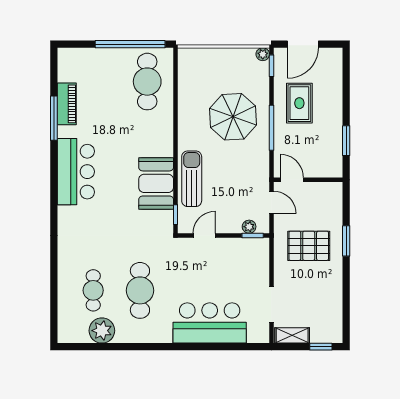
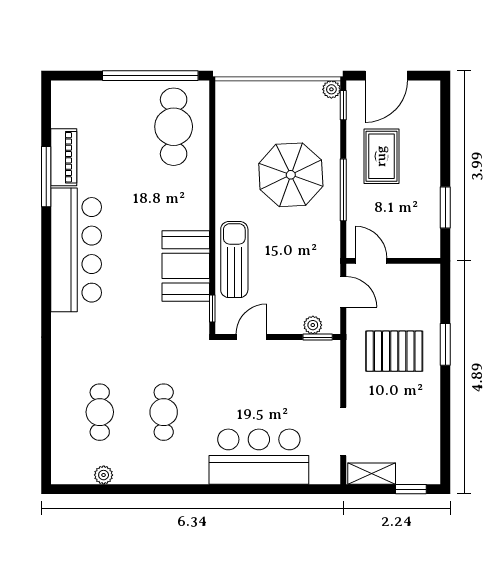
bar counter: (76, 172) -> (76, 250), width x1.36
cafe table: (140, 290) -> (164, 412), width x0.73, depth x0.74
plant: (102, 331) -> (104, 475), width x0.53, depth x0.53

